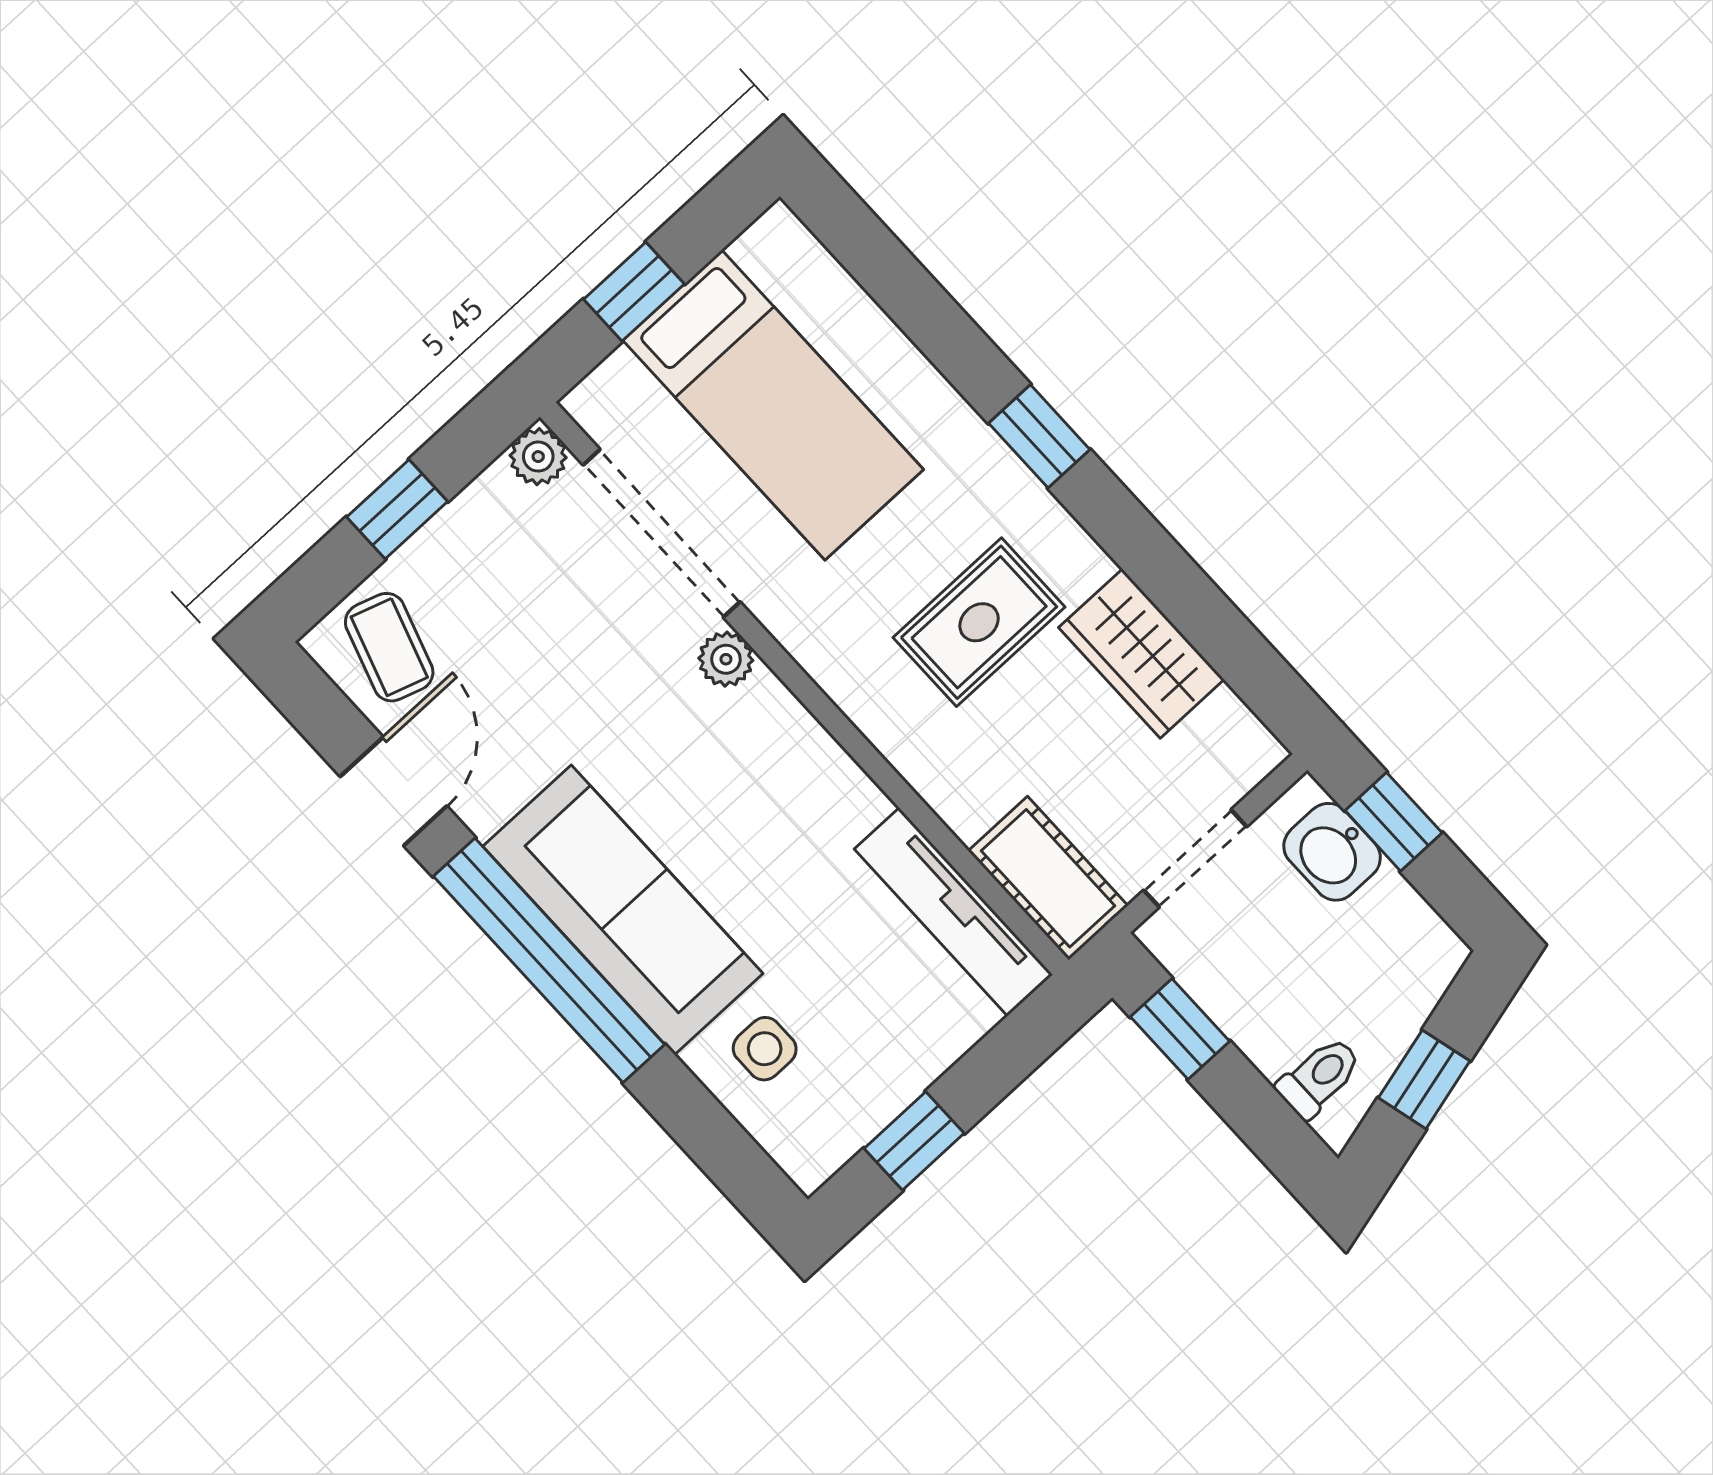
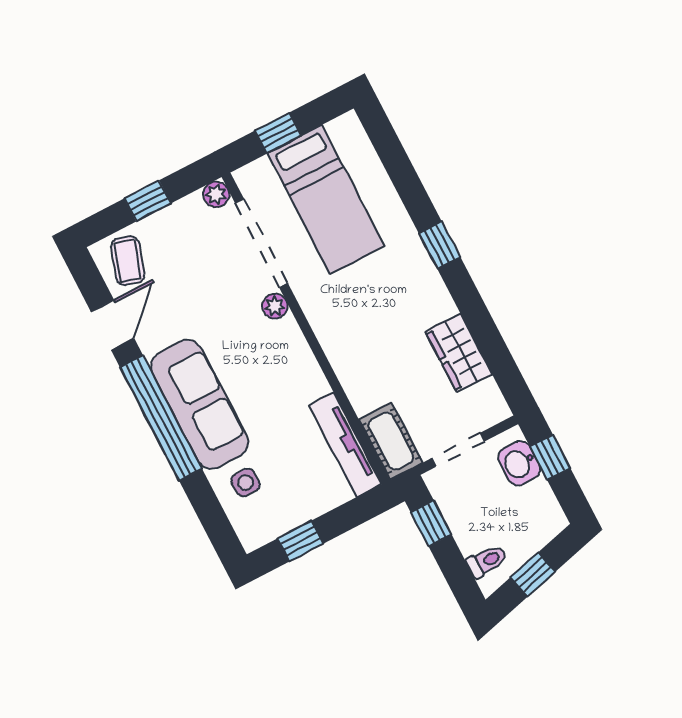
rug: (979, 622) -> (391, 320), removed

